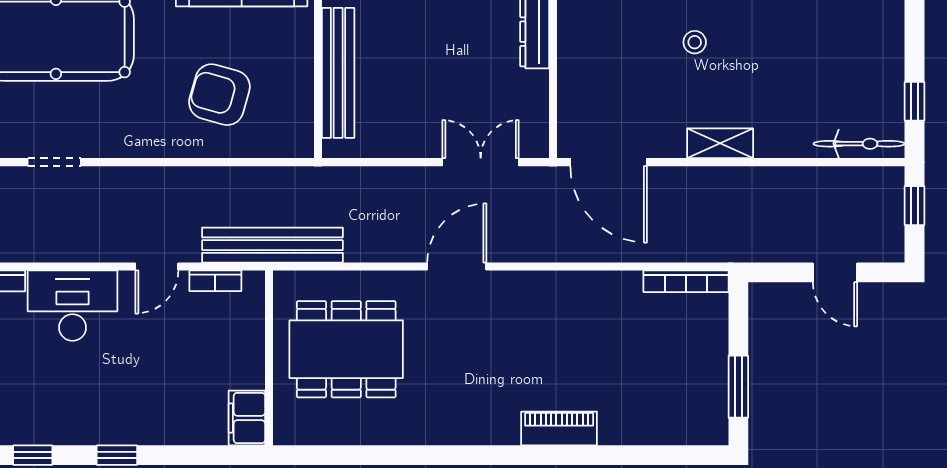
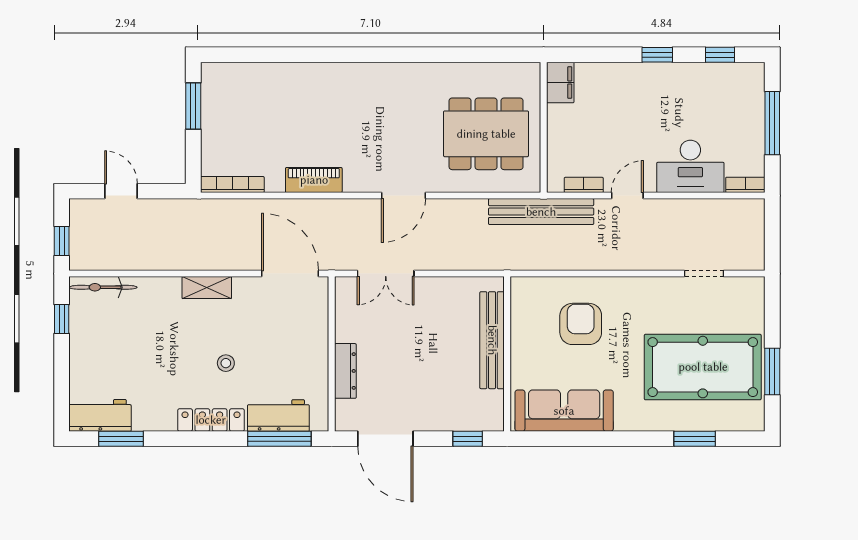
armchair: (219, 95) -> (581, 324), turned -106
piano: (559, 428) -> (314, 180), moved, turned 180

